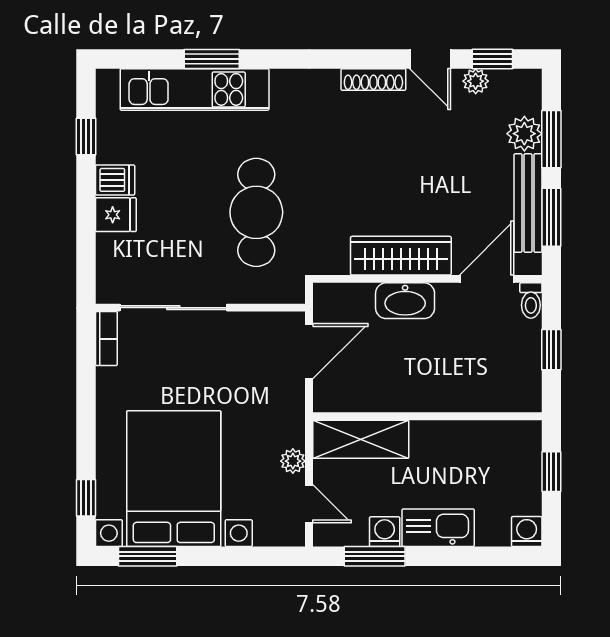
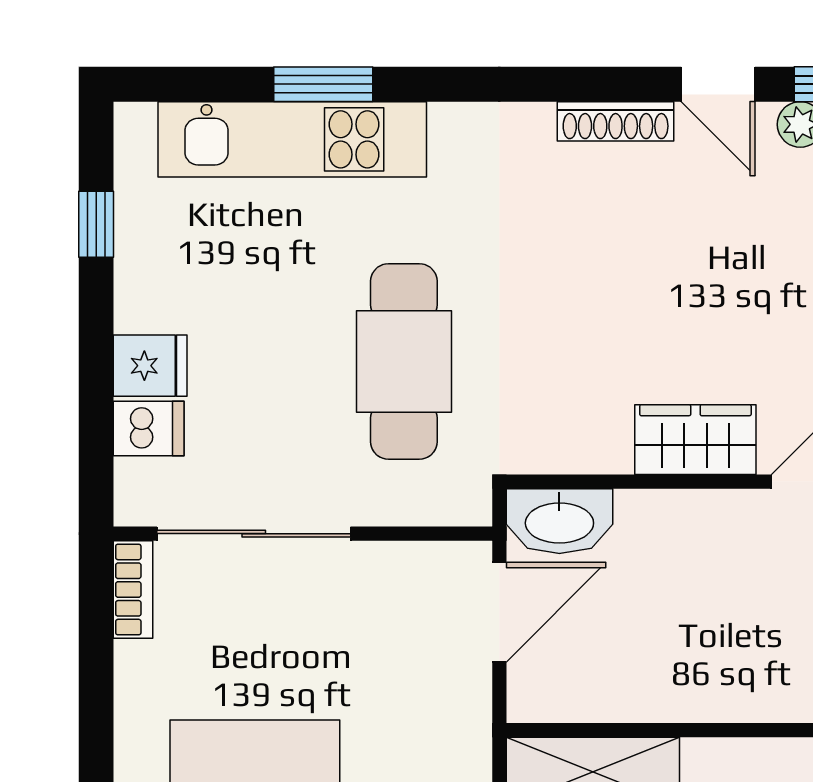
dishwasher: (115, 180) -> (149, 428), moved
wardrobe: (401, 256) -> (695, 440), width x0.67
washbasin: (405, 301) -> (559, 521), moved

